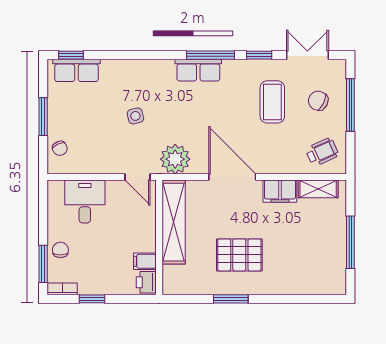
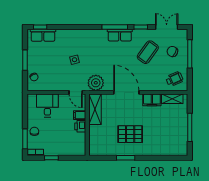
row of seats: (198, 70) -> (120, 35), moved
coffee table: (272, 102) -> (148, 52), turned 36
shelving: (174, 222) -> (95, 109), width x0.68
filing cabinet: (145, 261) -> (80, 115), moved
printer: (146, 282) -> (80, 126), moved

